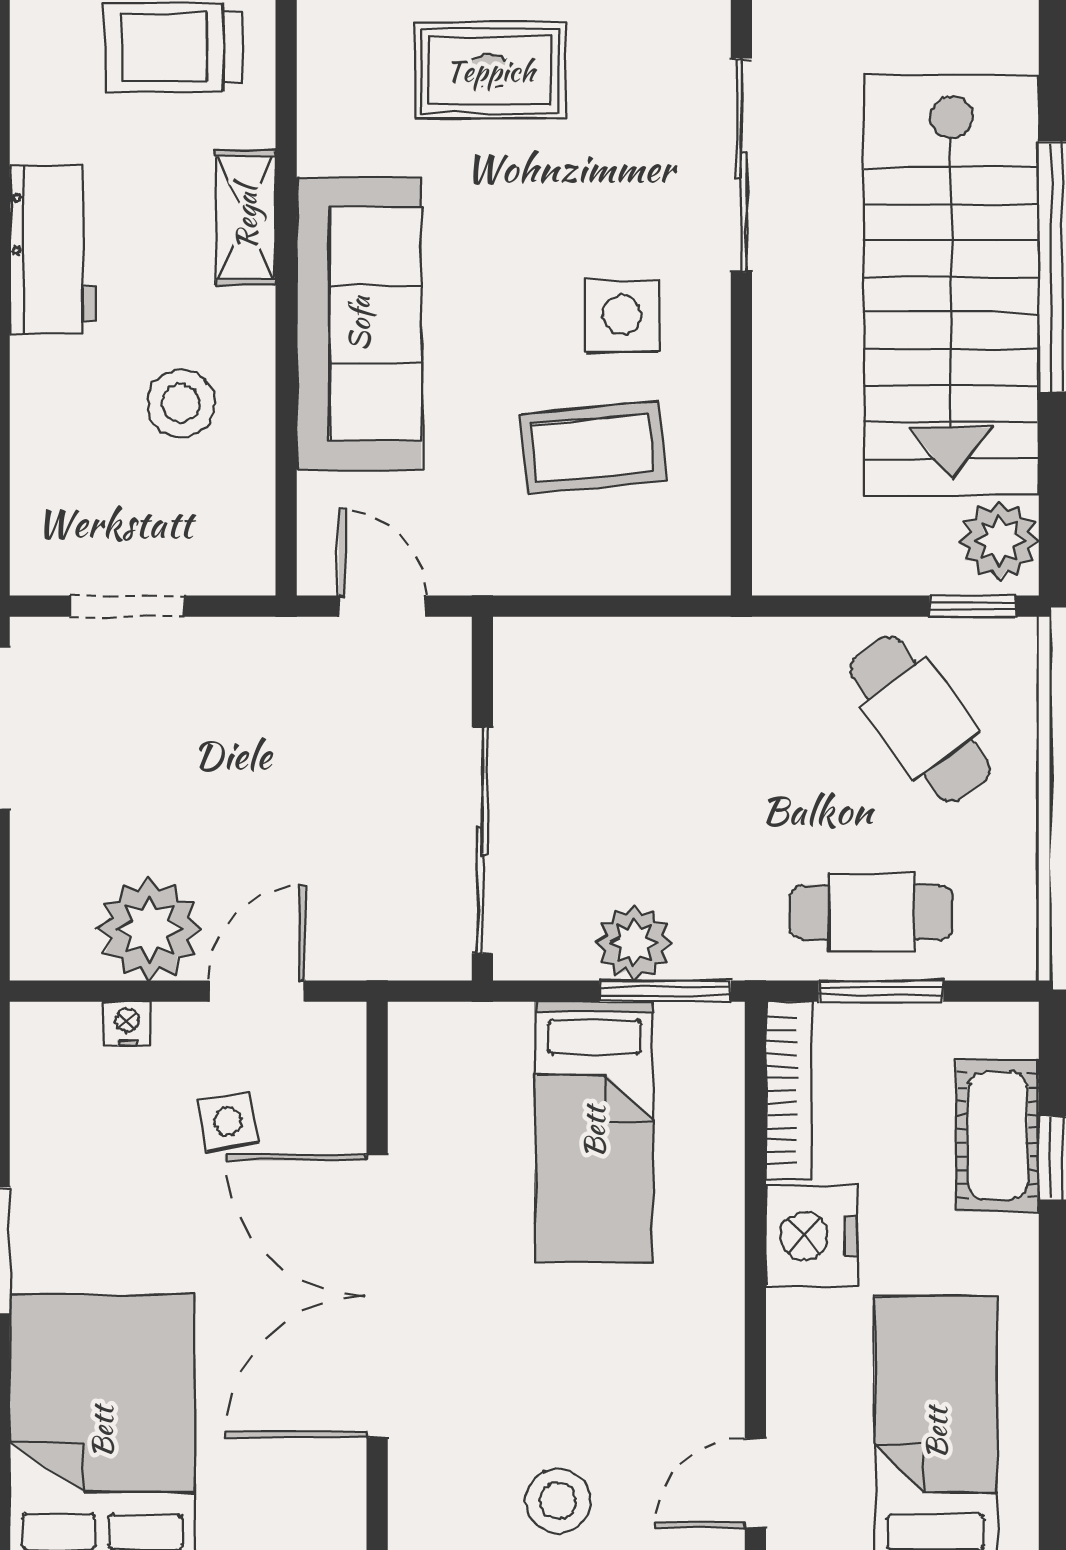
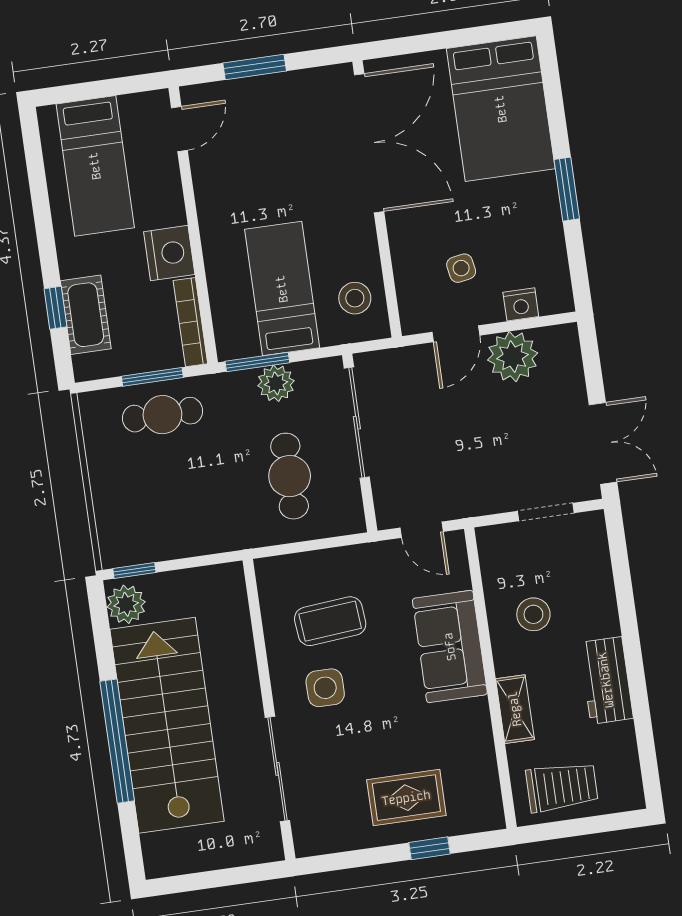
sofa: (359, 324) -> (450, 647), width x0.73
cafe table: (920, 719) -> (290, 476), moved, turned 36
nightstand: (127, 1024) -> (521, 304), width x1.39, depth x1.35
double door: (377, 1296) -> (369, 143), moved
stool: (558, 1501) -> (355, 298), moved

